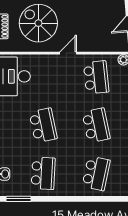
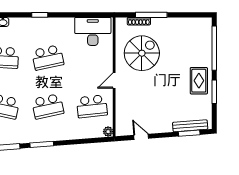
door: (68, 53) -> (114, 80), swing flipped

